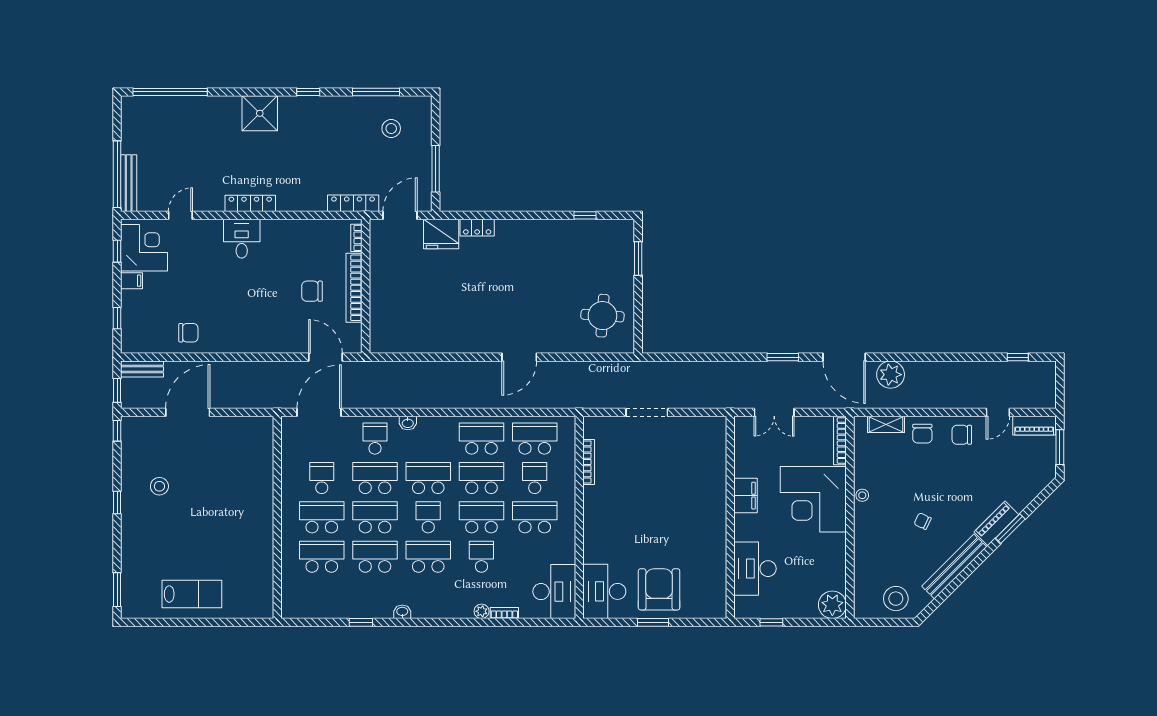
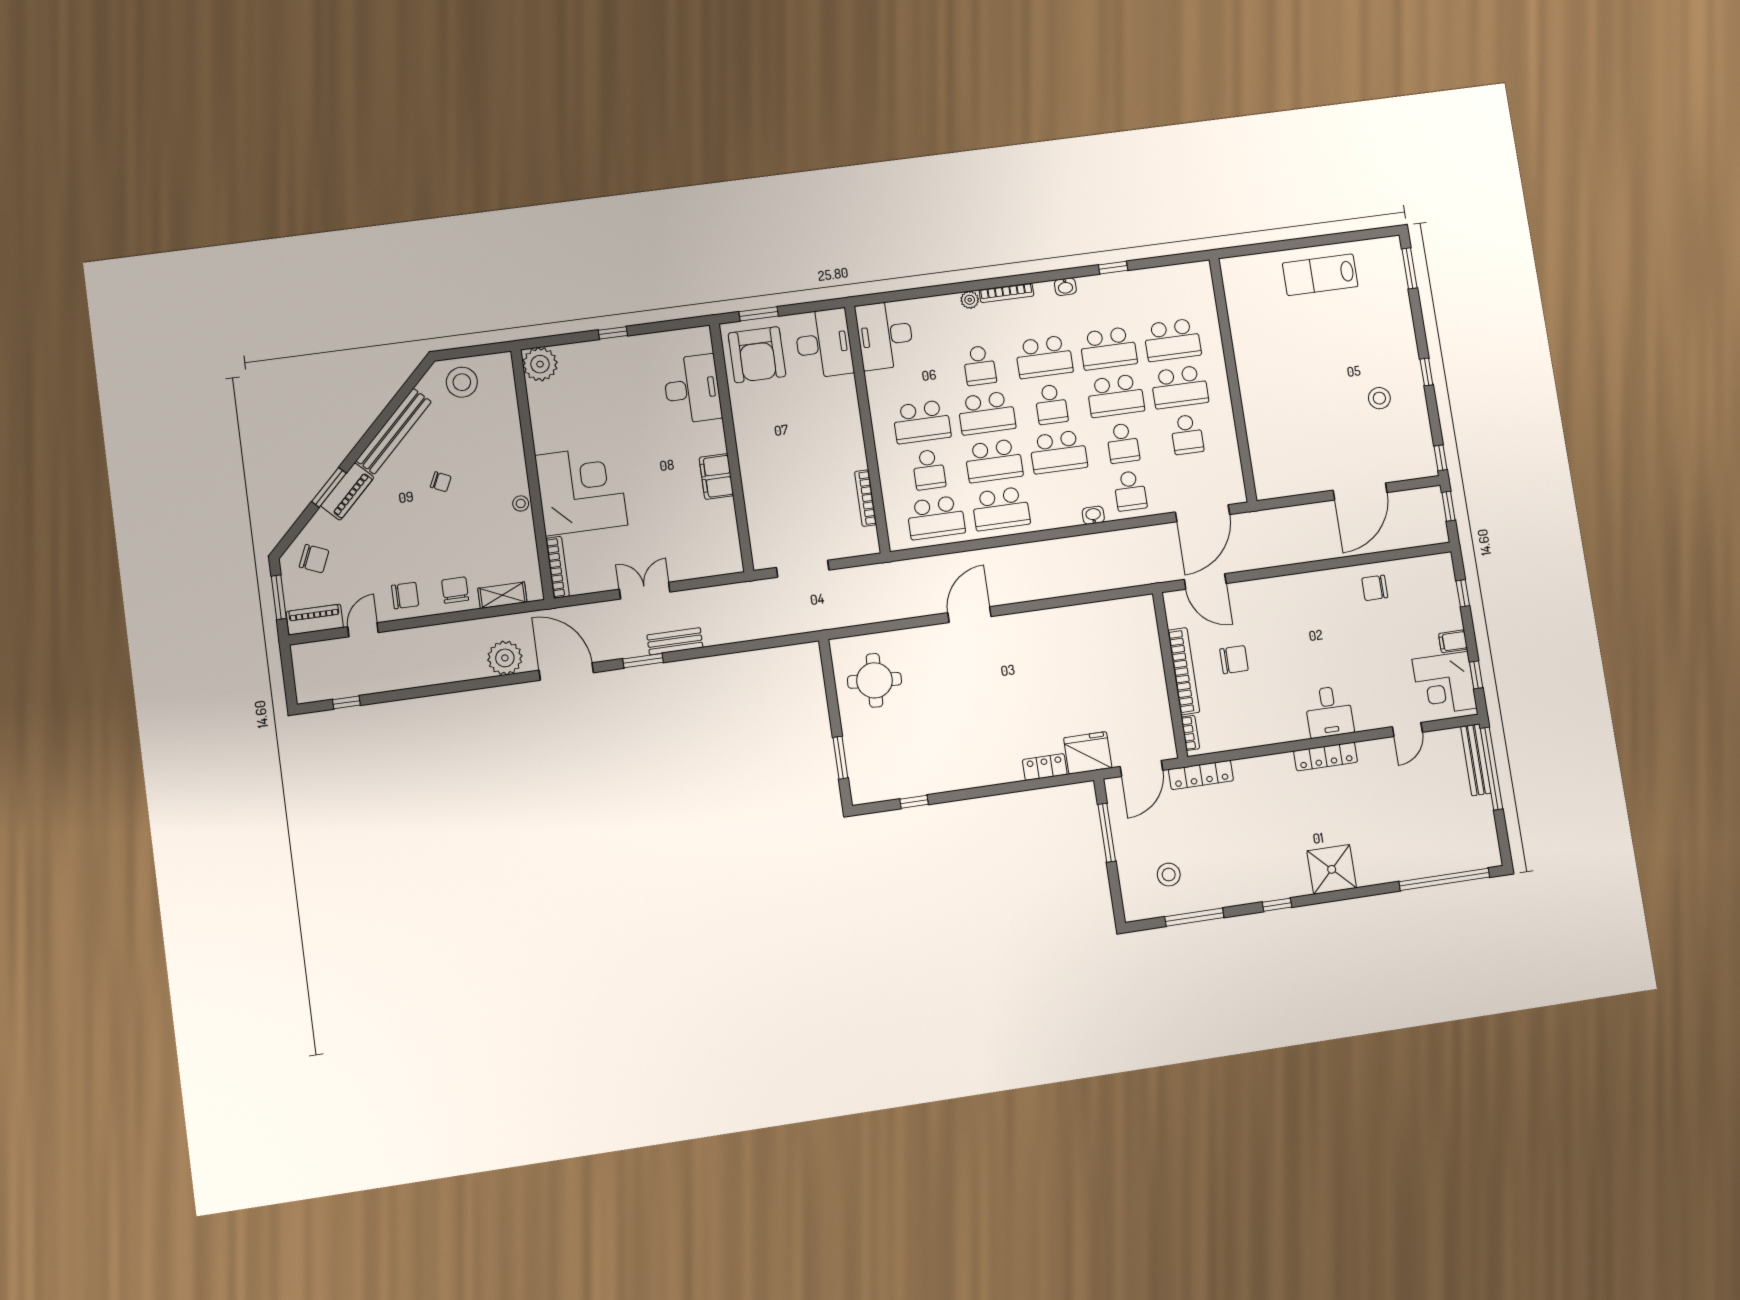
bench: (142, 369) -> (675, 641), moved
chair: (1029, 474) -> (314, 559), added
school desk: (375, 478) -> (1123, 443), width x0.54
filing cabinet: (745, 496) -> (716, 477), moved
wall: (730, 517) -> (732, 447), moved
desk: (755, 569) -> (692, 389), moved
bookcase: (504, 613) -> (1006, 293), moved, width x1.56

